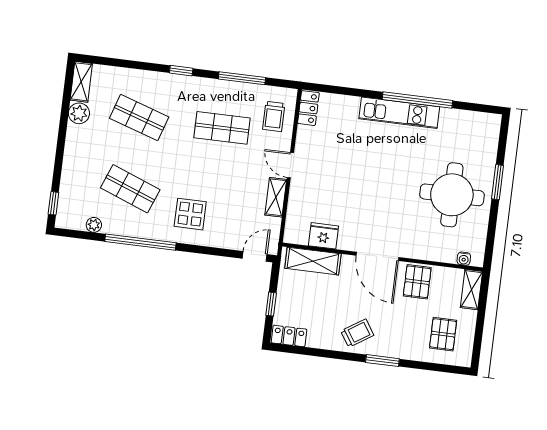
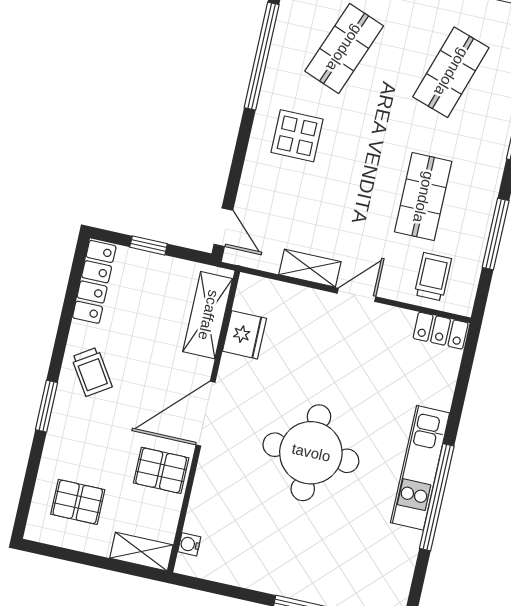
trolley: (274, 116) -> (433, 277), turned 90
round table: (452, 195) -> (311, 453), moved
locker: (289, 336) -> (94, 282), width x1.53

